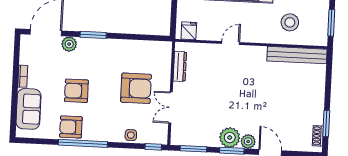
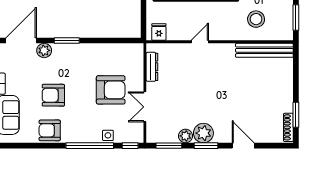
shoe rack: (318, 136) -> (288, 127), width x1.43
plant: (248, 141) -> (185, 136), moved
window: (83, 143) -> (90, 146), moved

